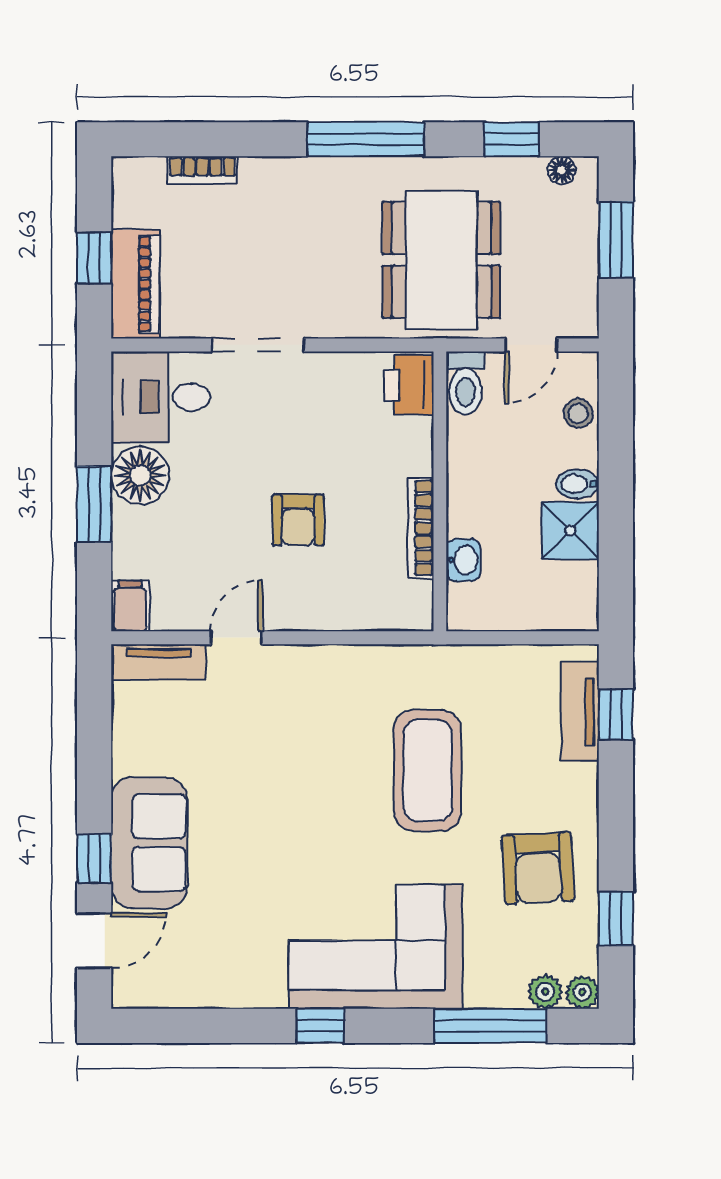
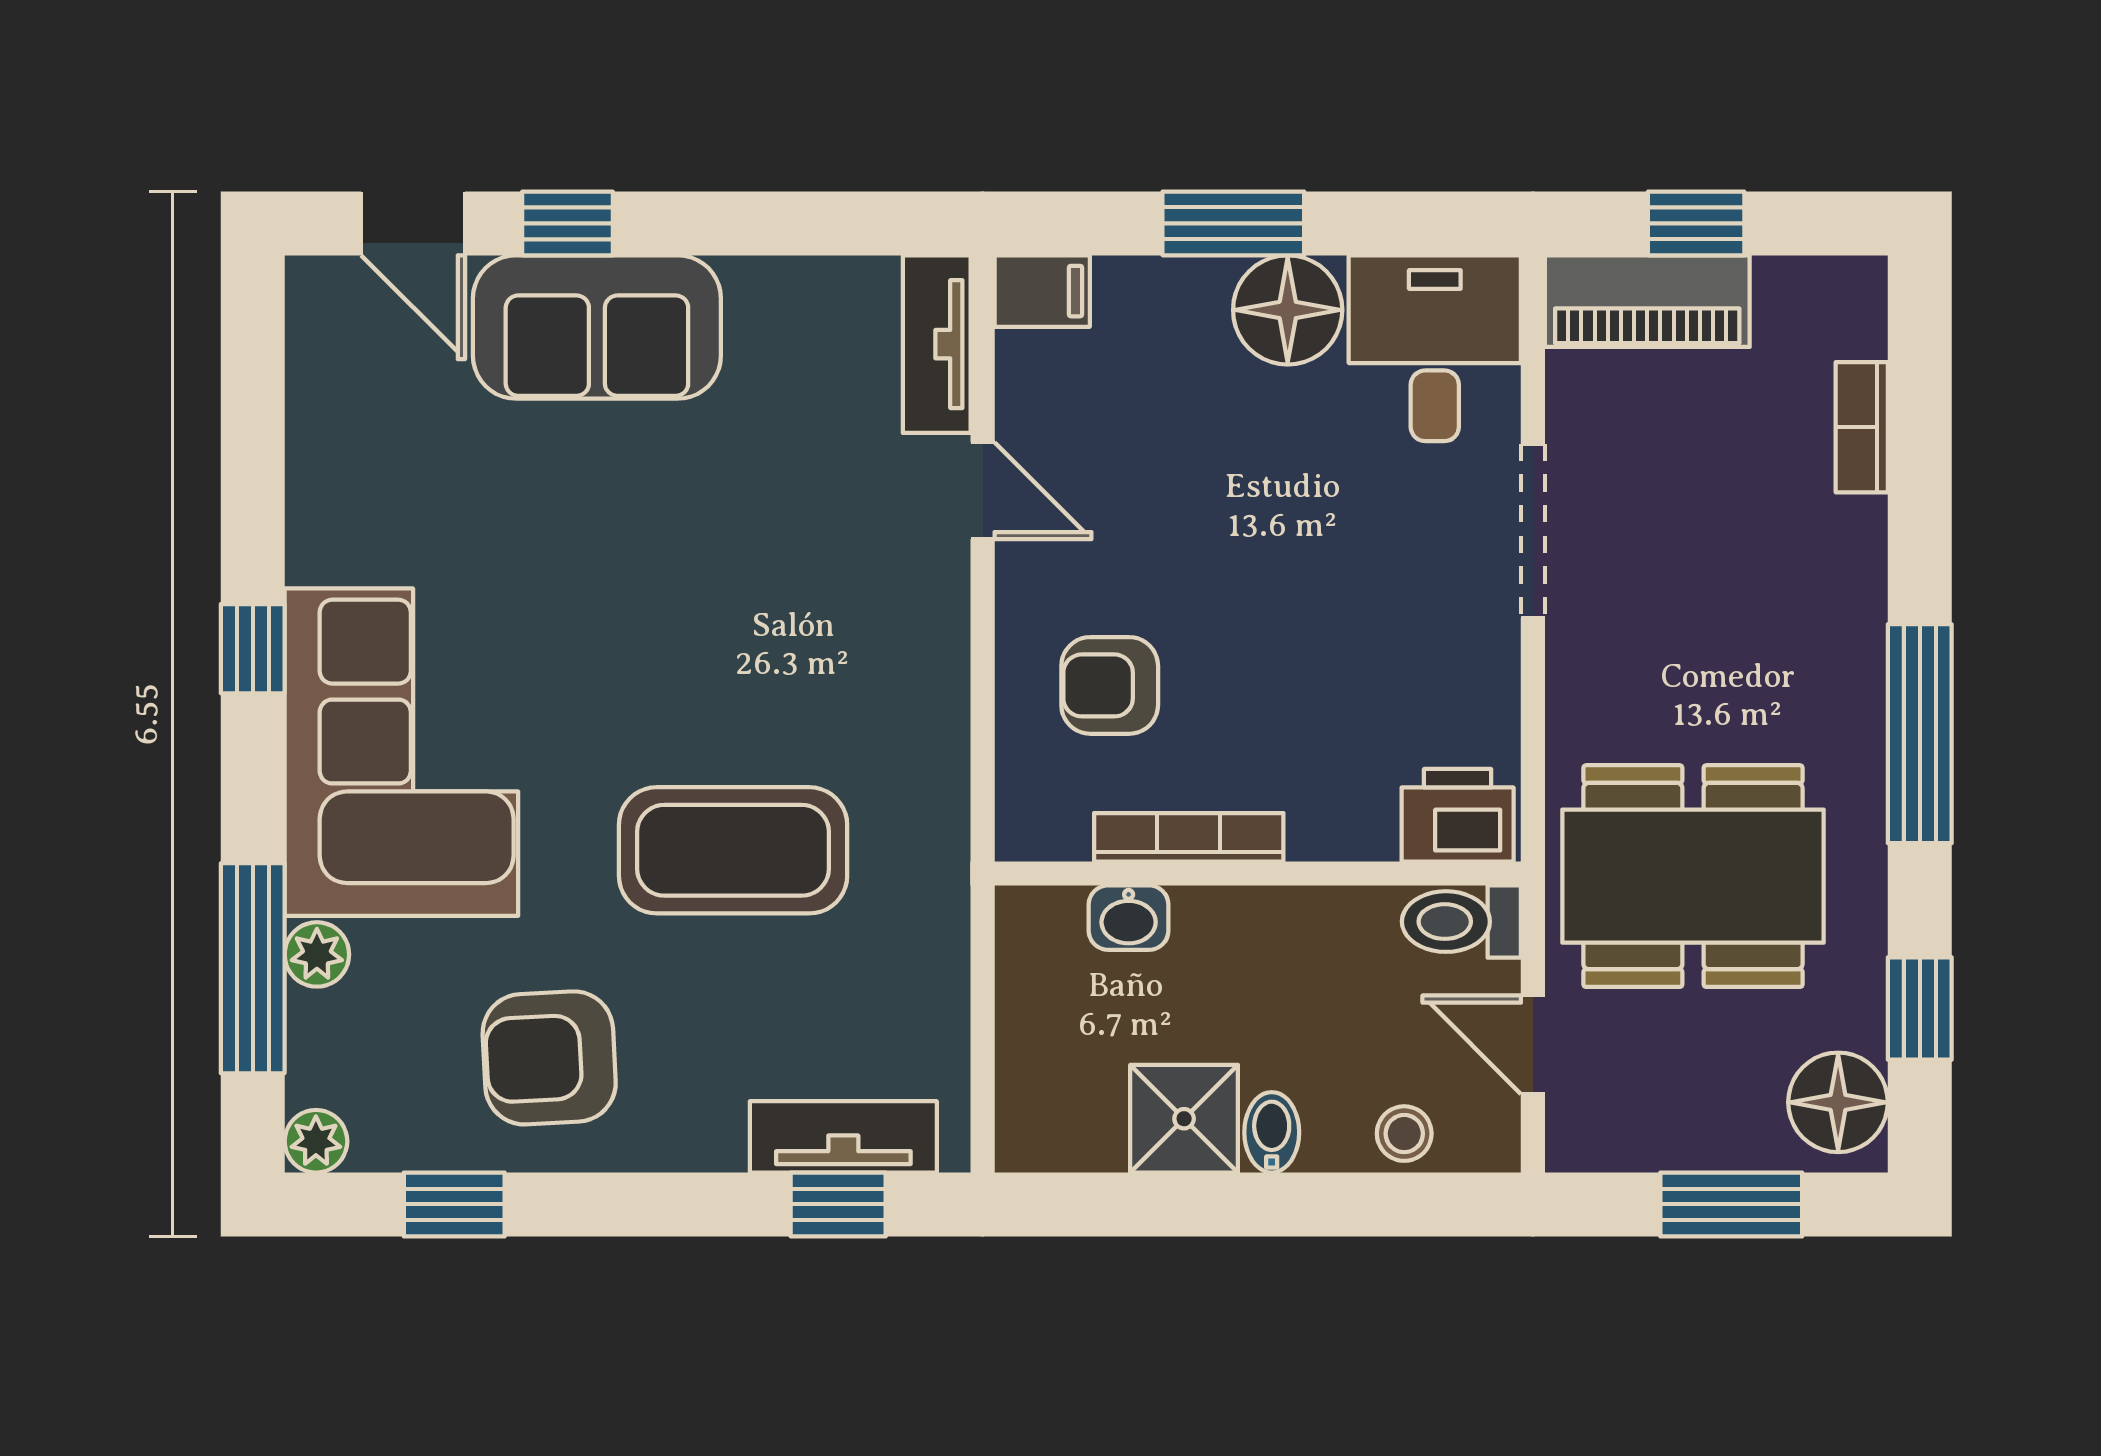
floor lamp: (562, 170) -> (1838, 1102), width x1.89, depth x1.89
armchair: (298, 520) -> (1110, 685), moved
plant: (545, 992) -> (317, 954), moved

